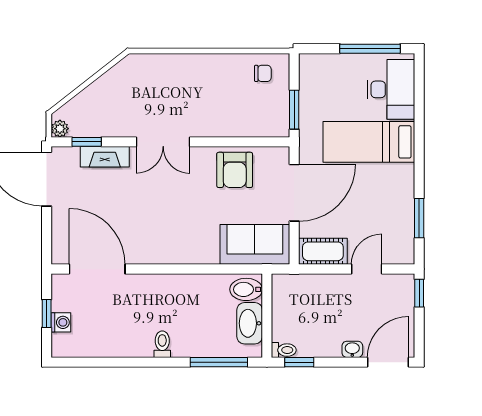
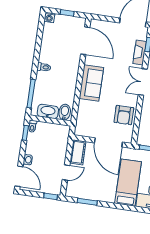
armchair: (235, 170) -> (124, 115), turned -90
sofa: (255, 244) -> (91, 83), moved
door: (97, 269) -> (85, 41), hinge flipped
door: (367, 269) -> (66, 172), hinge flipped
washing machine: (61, 322) -> (49, 17), moved

